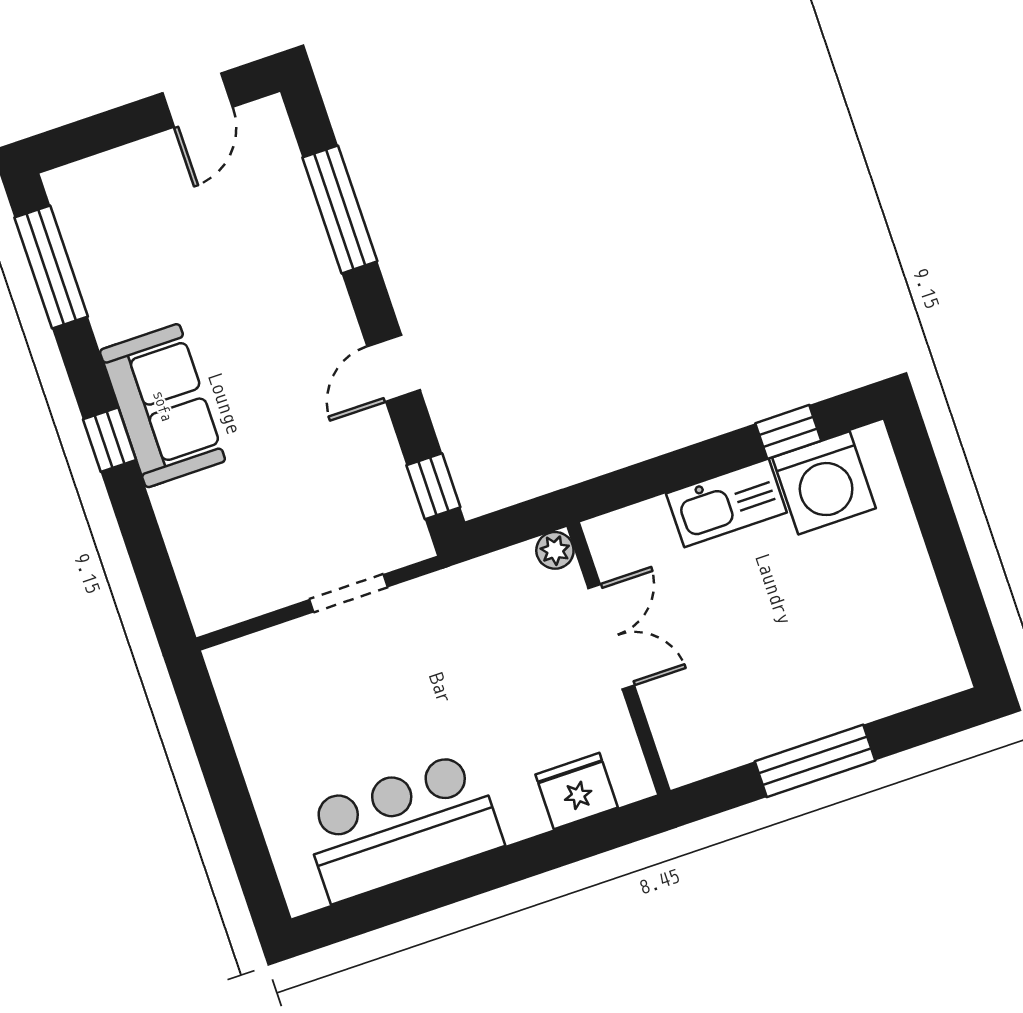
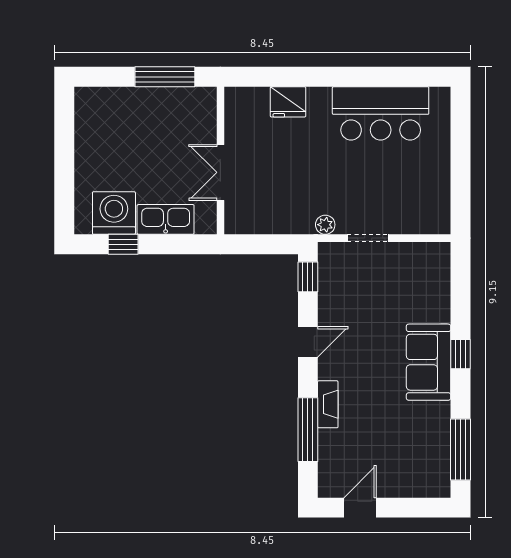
fireplace: (319, 268) -> (328, 404), added
plant: (555, 550) -> (325, 225), moved
double door: (611, 637) -> (220, 172), moved
wall: (619, 658) -> (220, 161), moved

